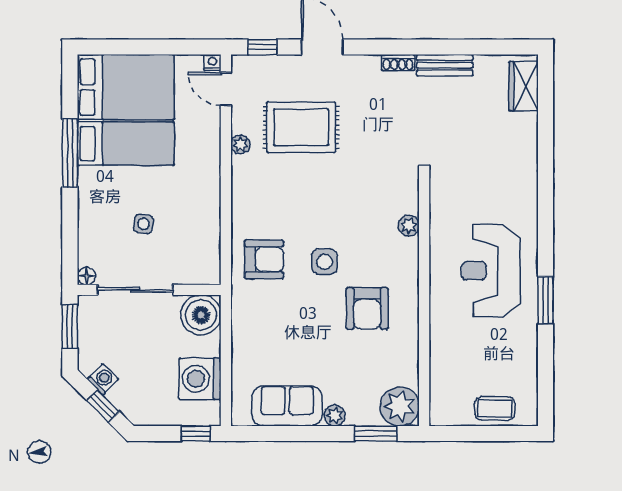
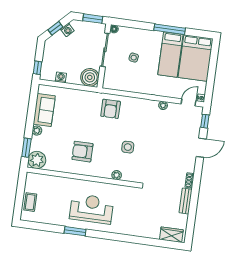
rug: (301, 127) -> (167, 133), removed
side table: (325, 262) -> (128, 147), moved
washing machine: (200, 379) -> (61, 77), width x0.53, depth x0.53

